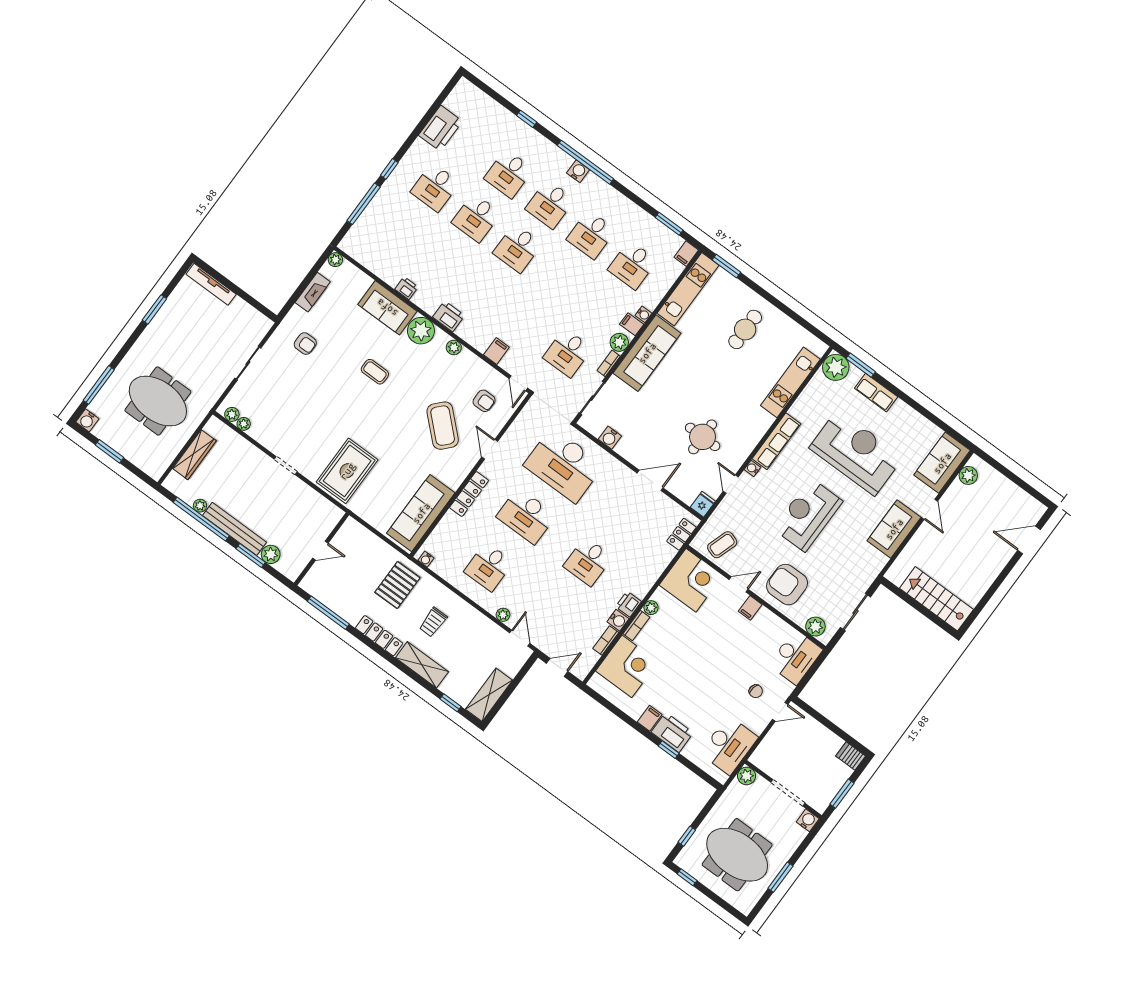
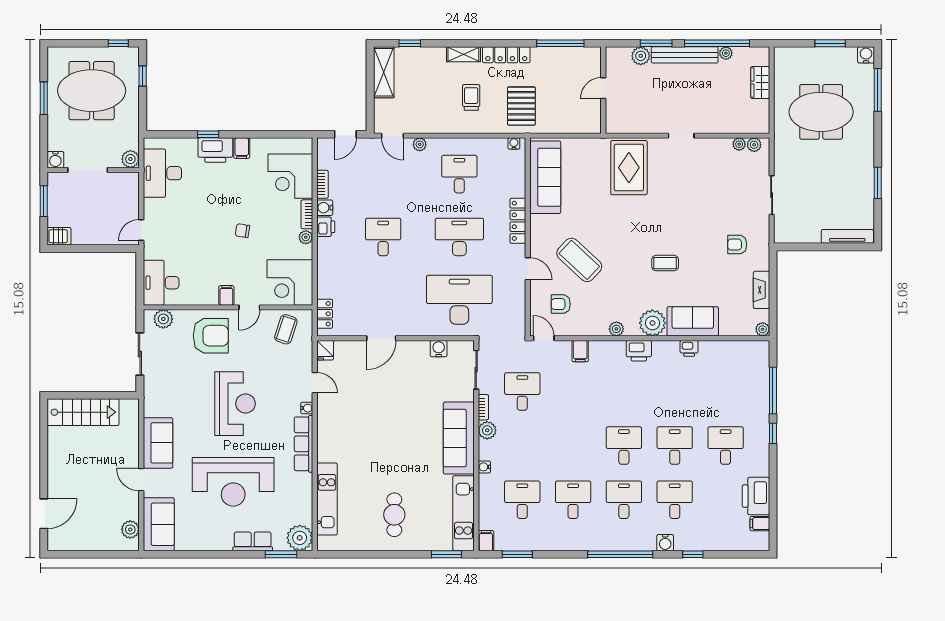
water cooler: (578, 171) -> (665, 543), moved
filing cabinet: (632, 324) -> (760, 524), moved, turned 180
round table: (703, 437) -> (365, 404), removed
wardrobe: (195, 455) -> (760, 83), width x0.67
shelving: (422, 665) -> (463, 54), width x0.67, depth x0.75
chair: (756, 691) -> (242, 231), moved

